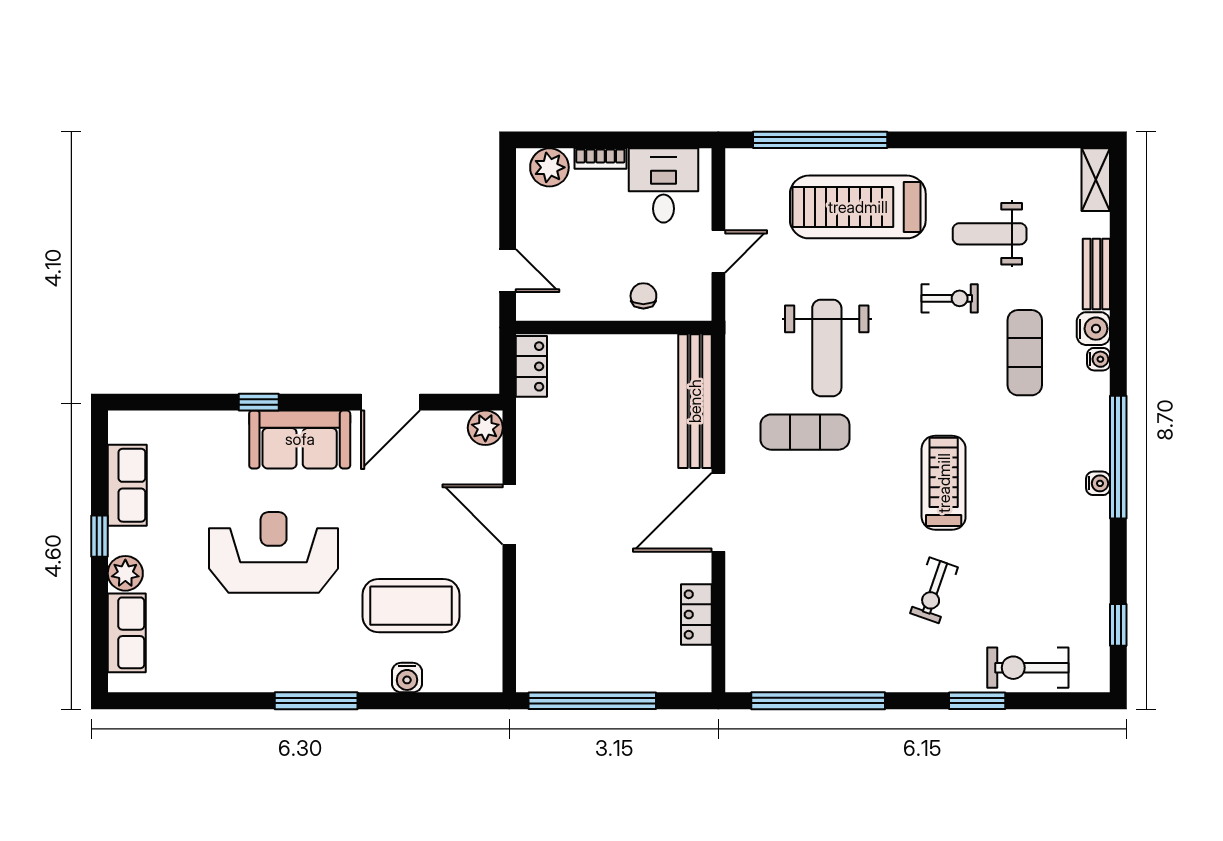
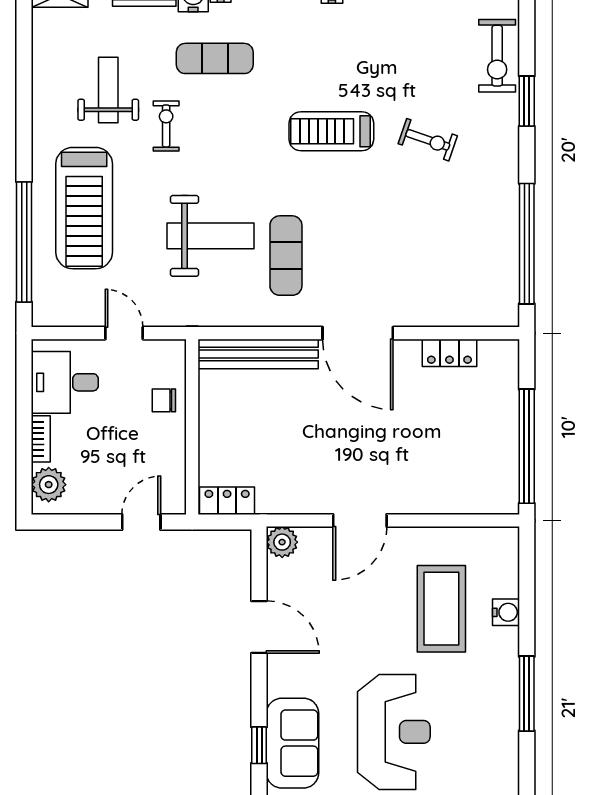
weight bench: (990, 234) -> (108, 90), turned 180
sofa: (300, 439) -> (293, 743), moved
reception desk: (274, 552) -> (394, 732), turned 180

